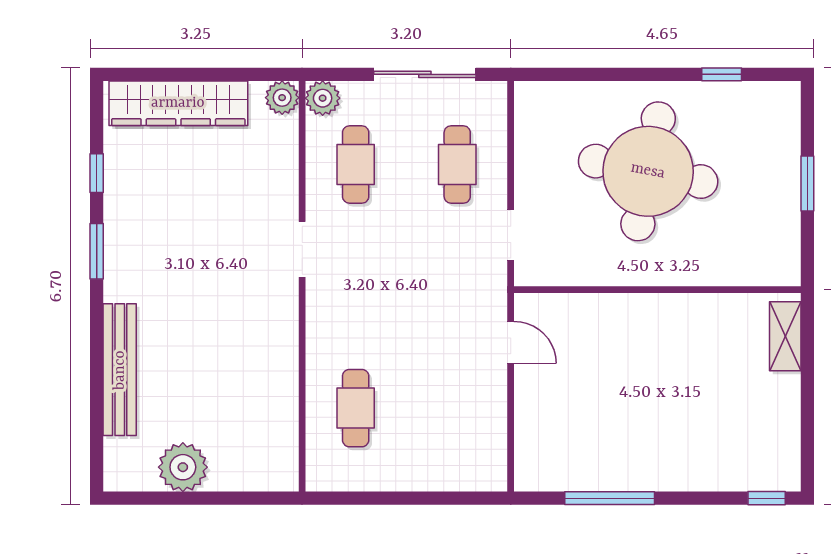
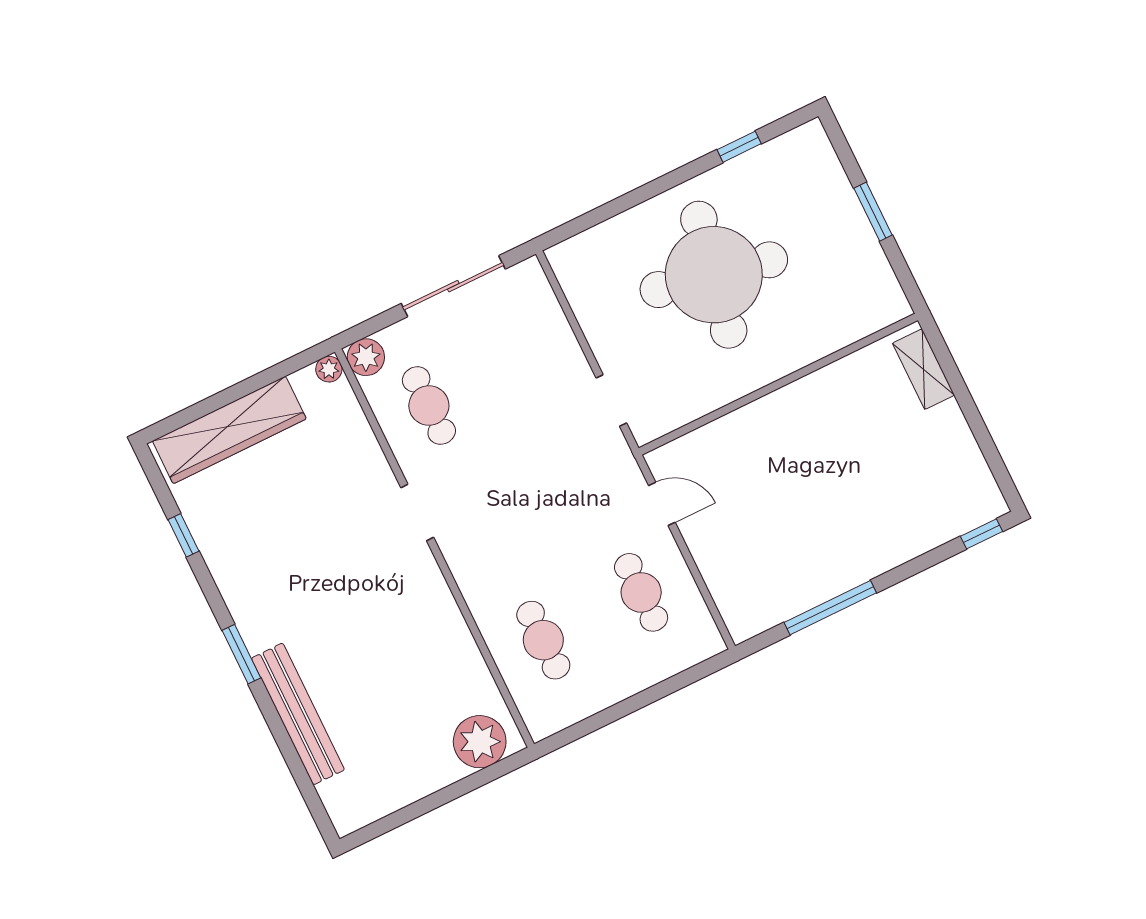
plant: (282, 98) -> (329, 369), width x0.73, depth x0.73
cafe table: (457, 165) -> (641, 592), moved
window: (97, 251) -> (241, 654), moved
plant: (183, 467) -> (480, 742), moved

